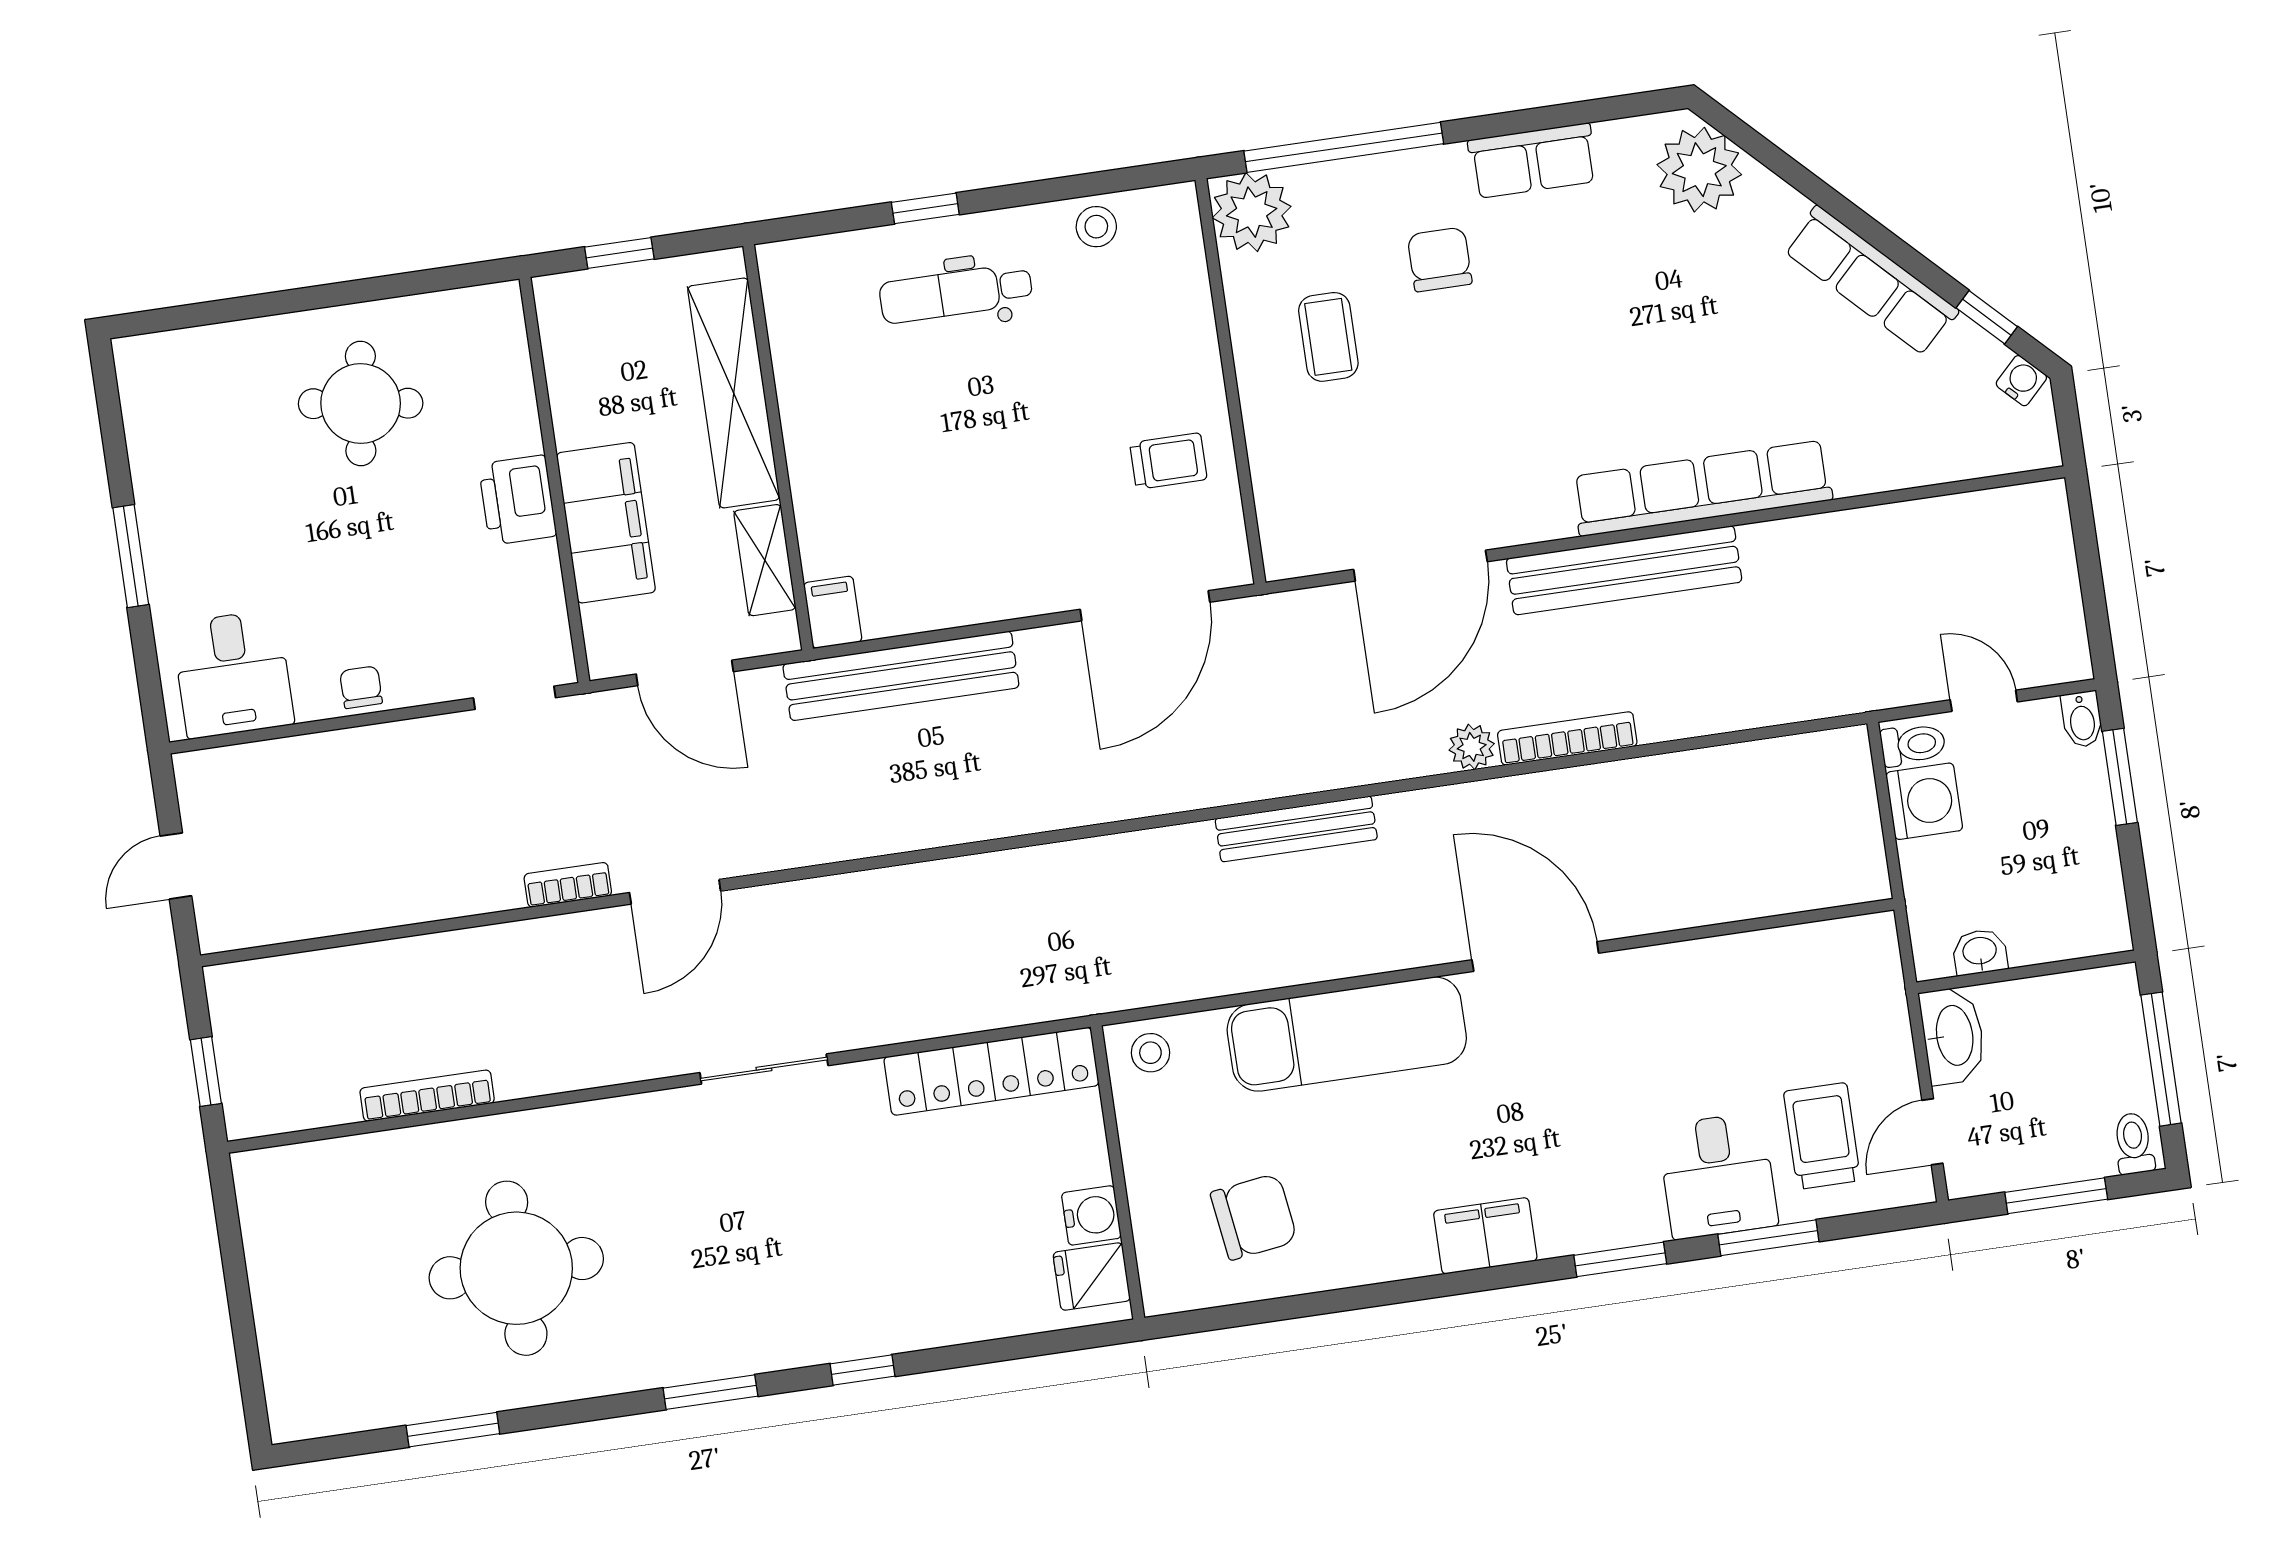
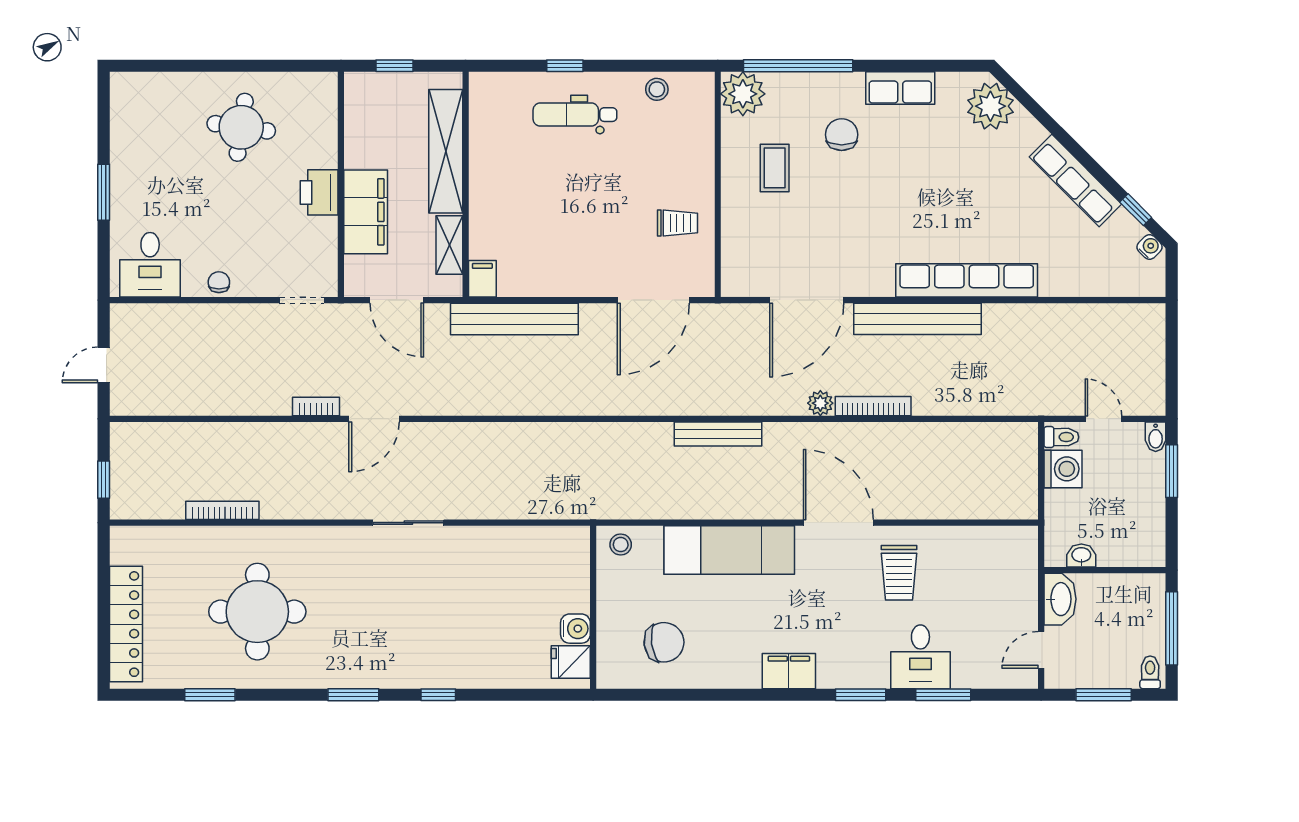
locker: (991, 1071) -> (126, 624), moved, turned -90
trolley: (1822, 1136) -> (899, 573), moved, turned 180

